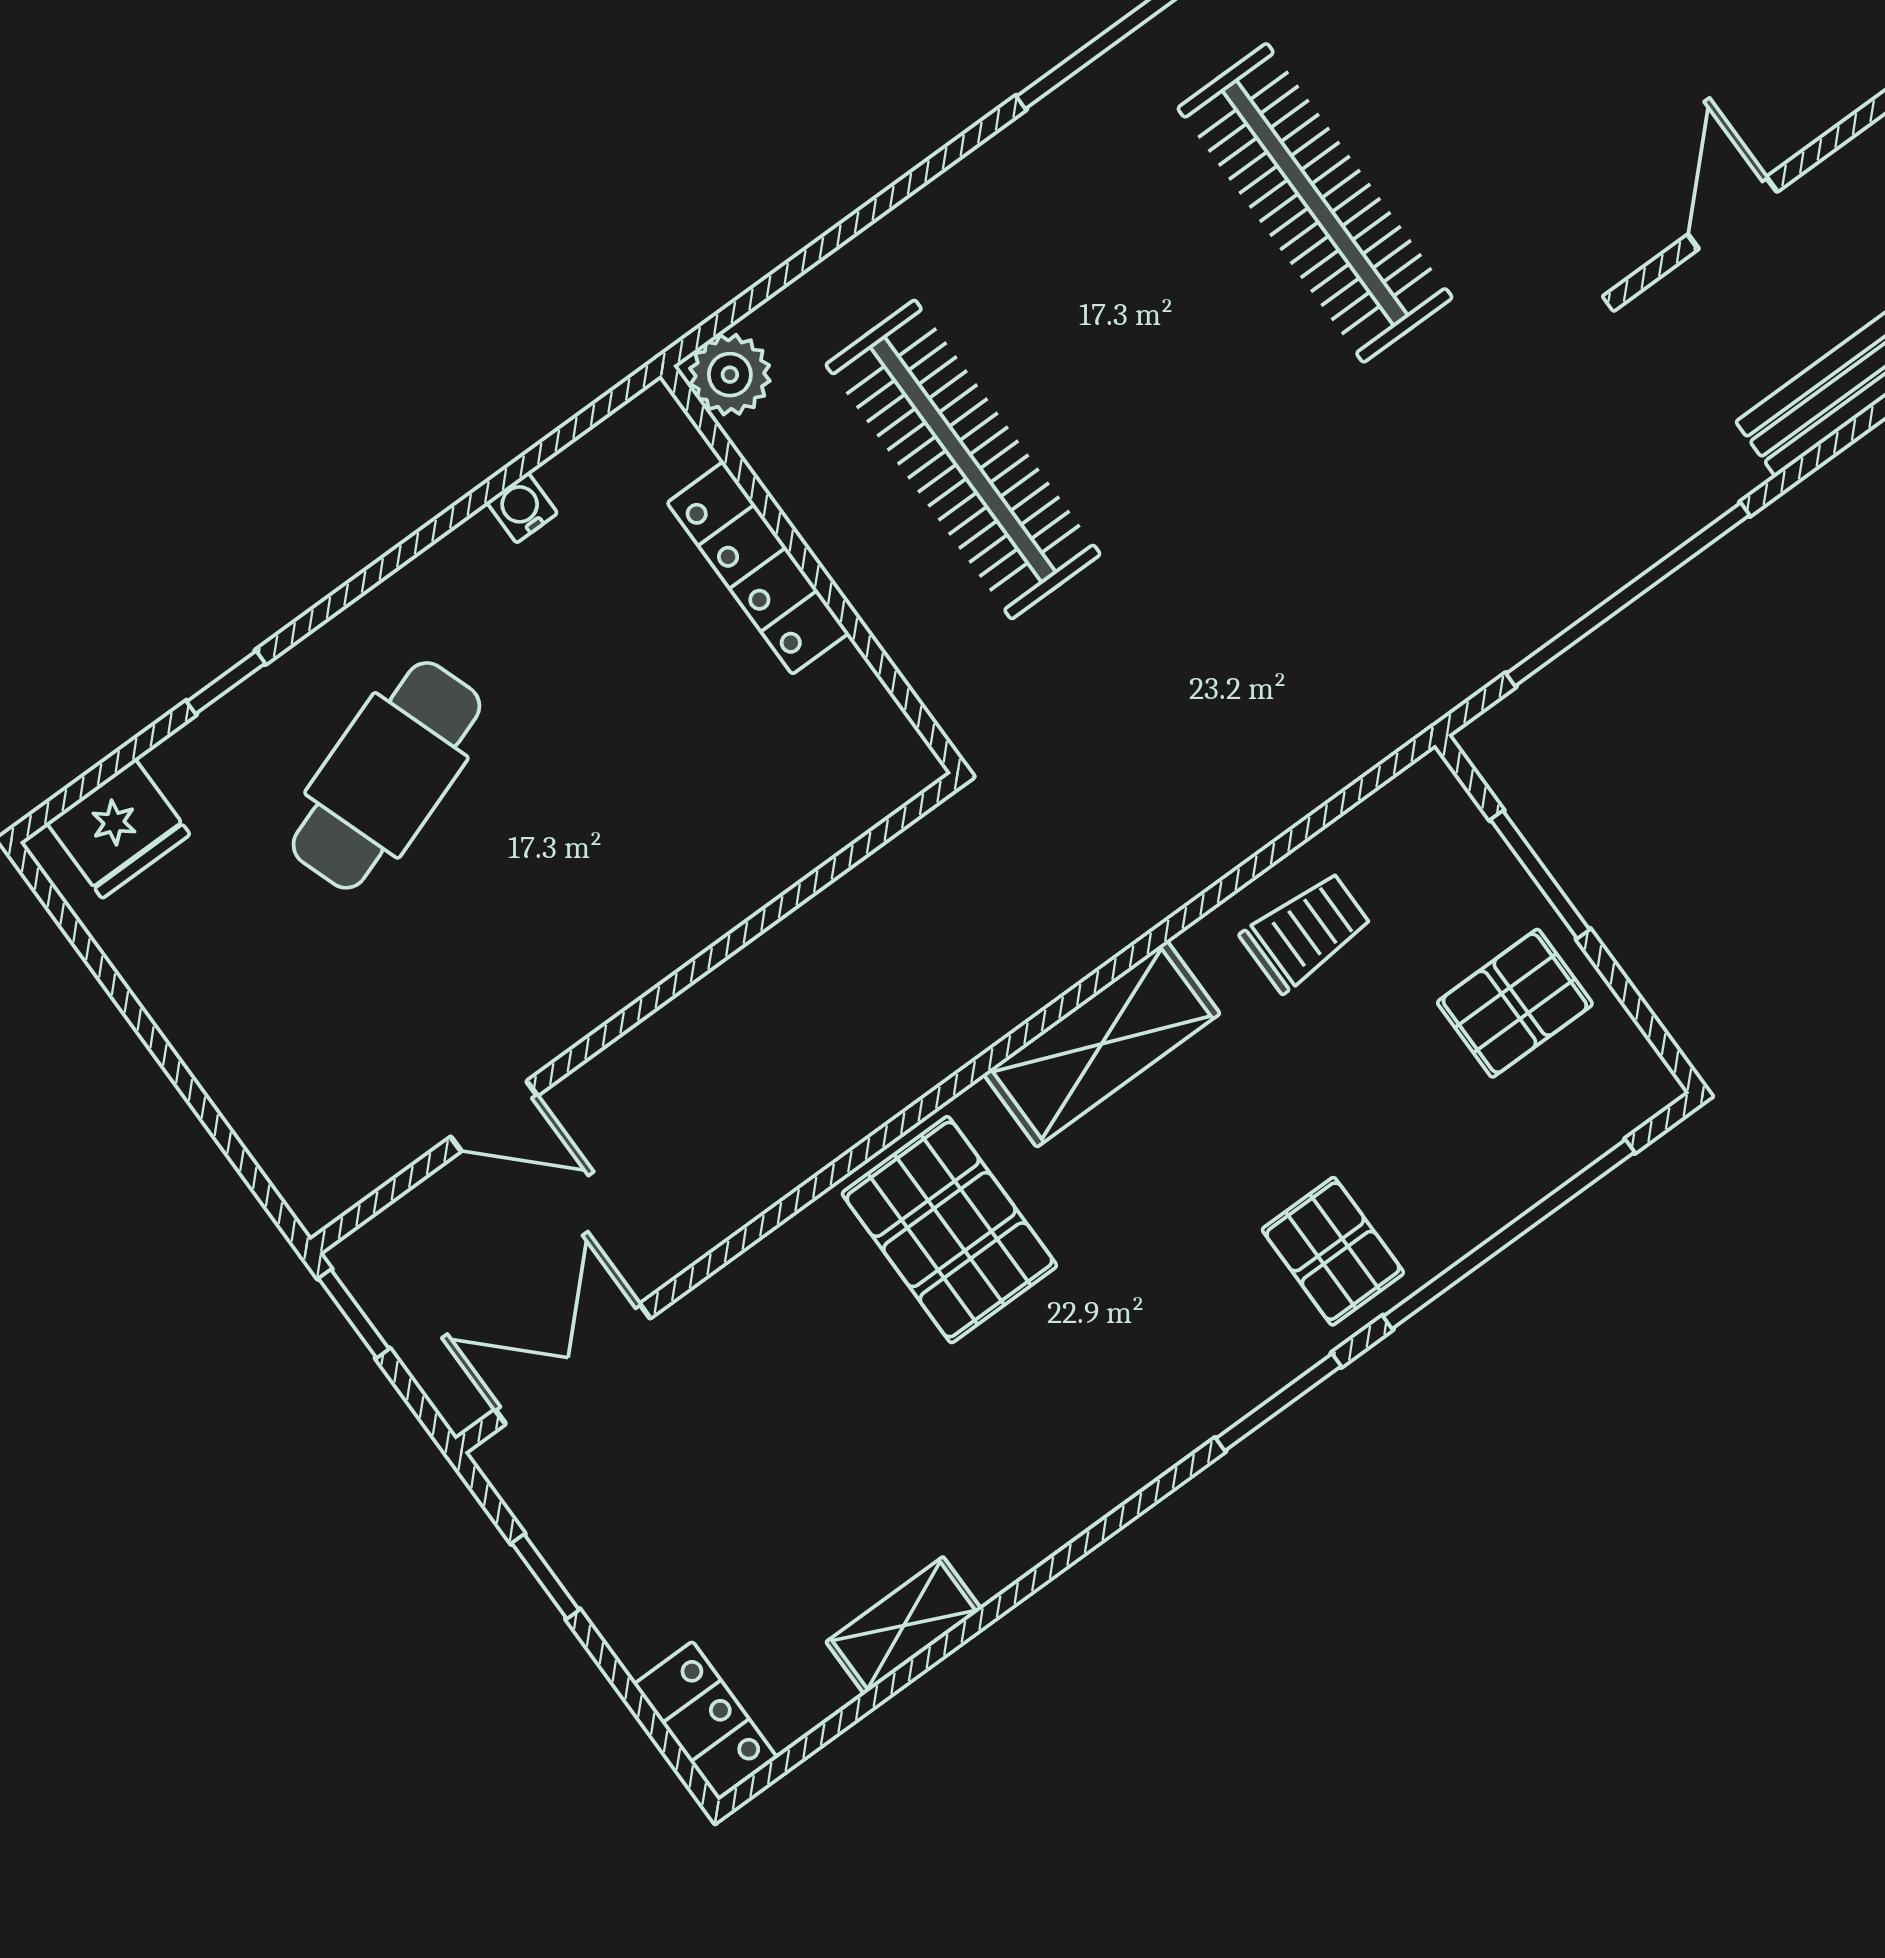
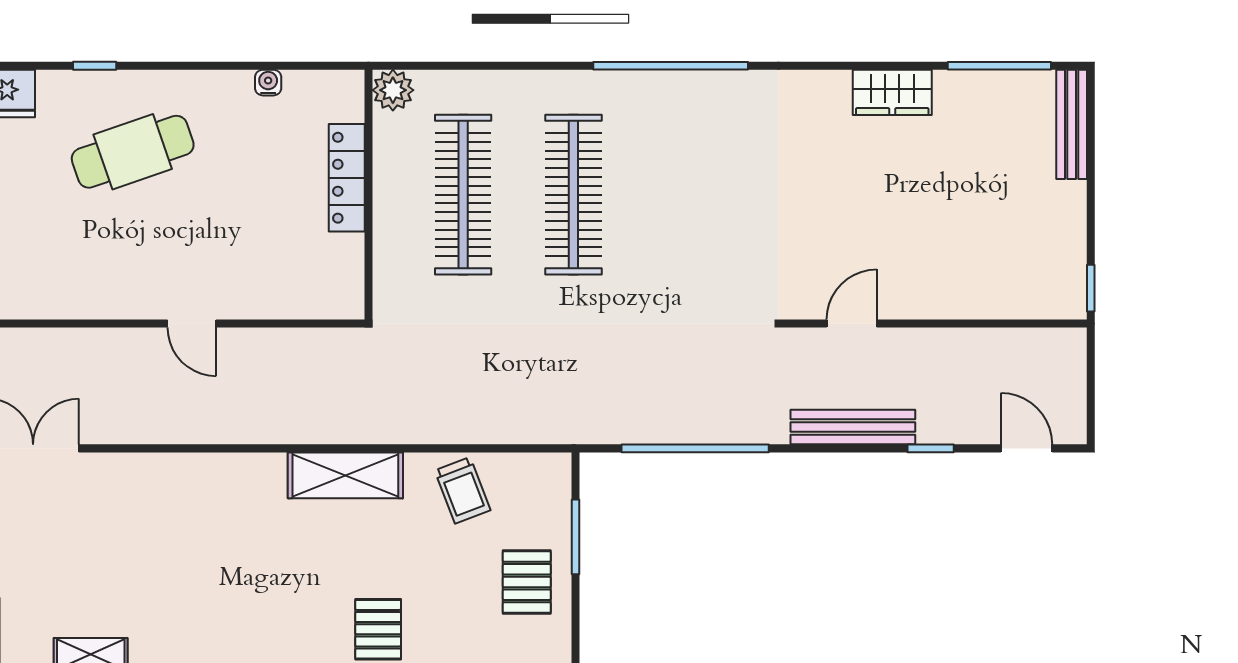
clothes rail: (1315, 203) -> (573, 195), moved
trolley: (1306, 932) -> (463, 490), turned 69
pallet: (1515, 1003) -> (527, 582), turned 90
door: (494, 1116) -> (192, 323), moved
pallet: (949, 1230) -> (228, 506), removed

